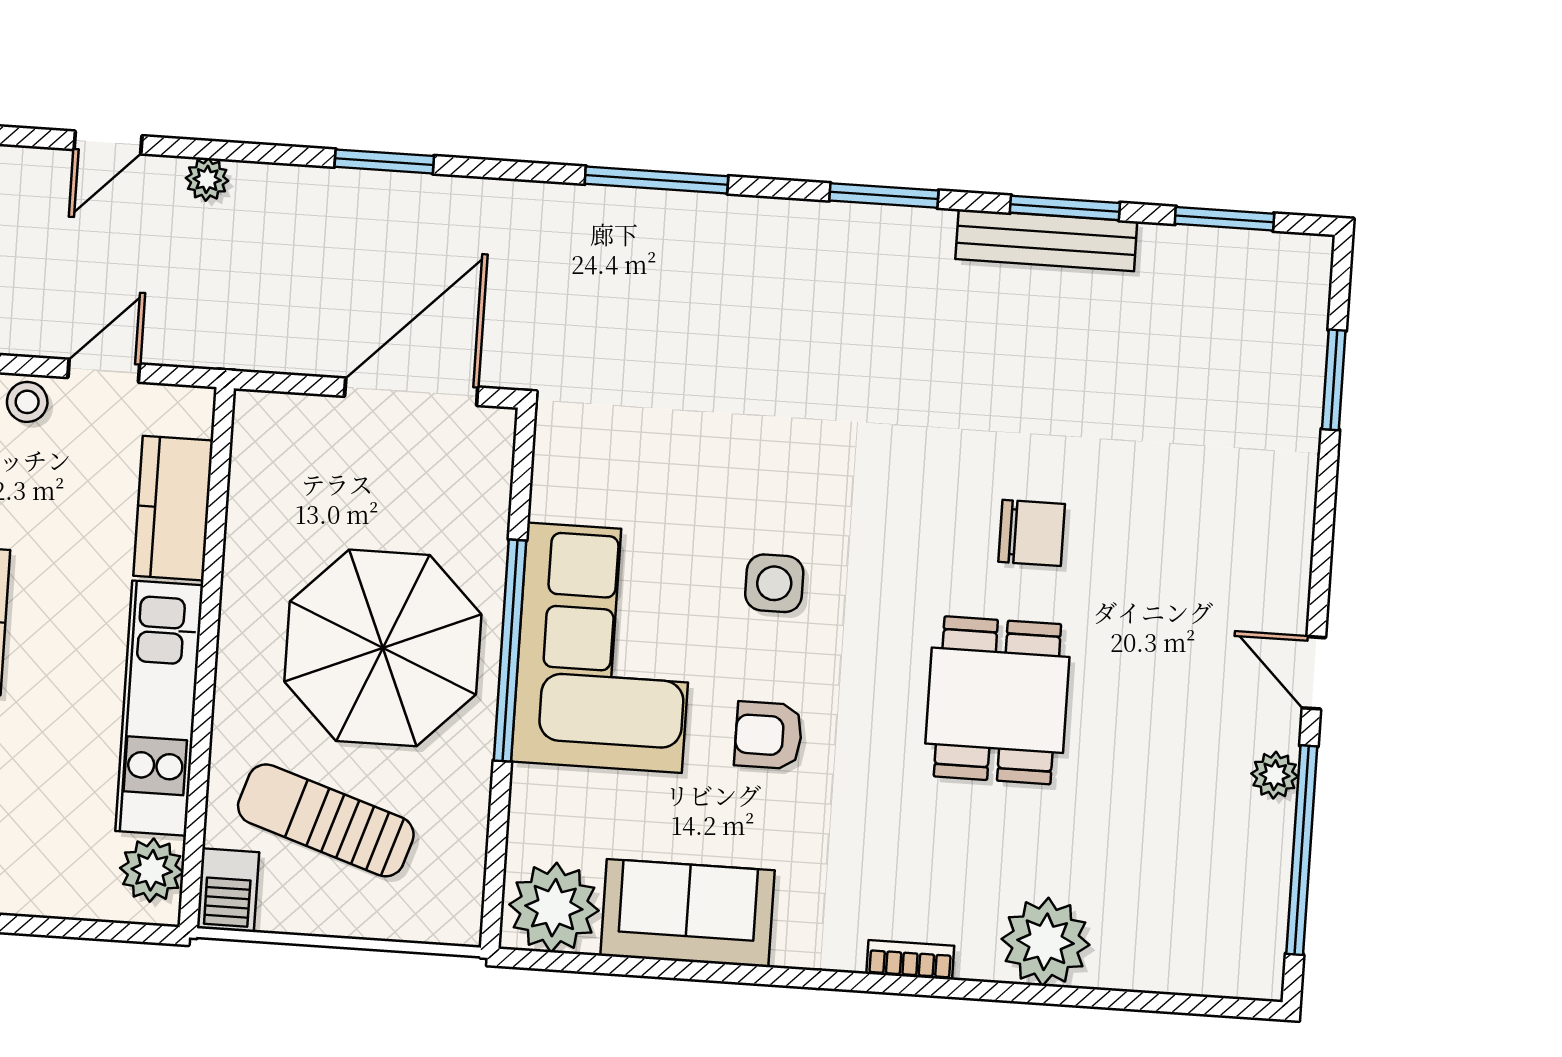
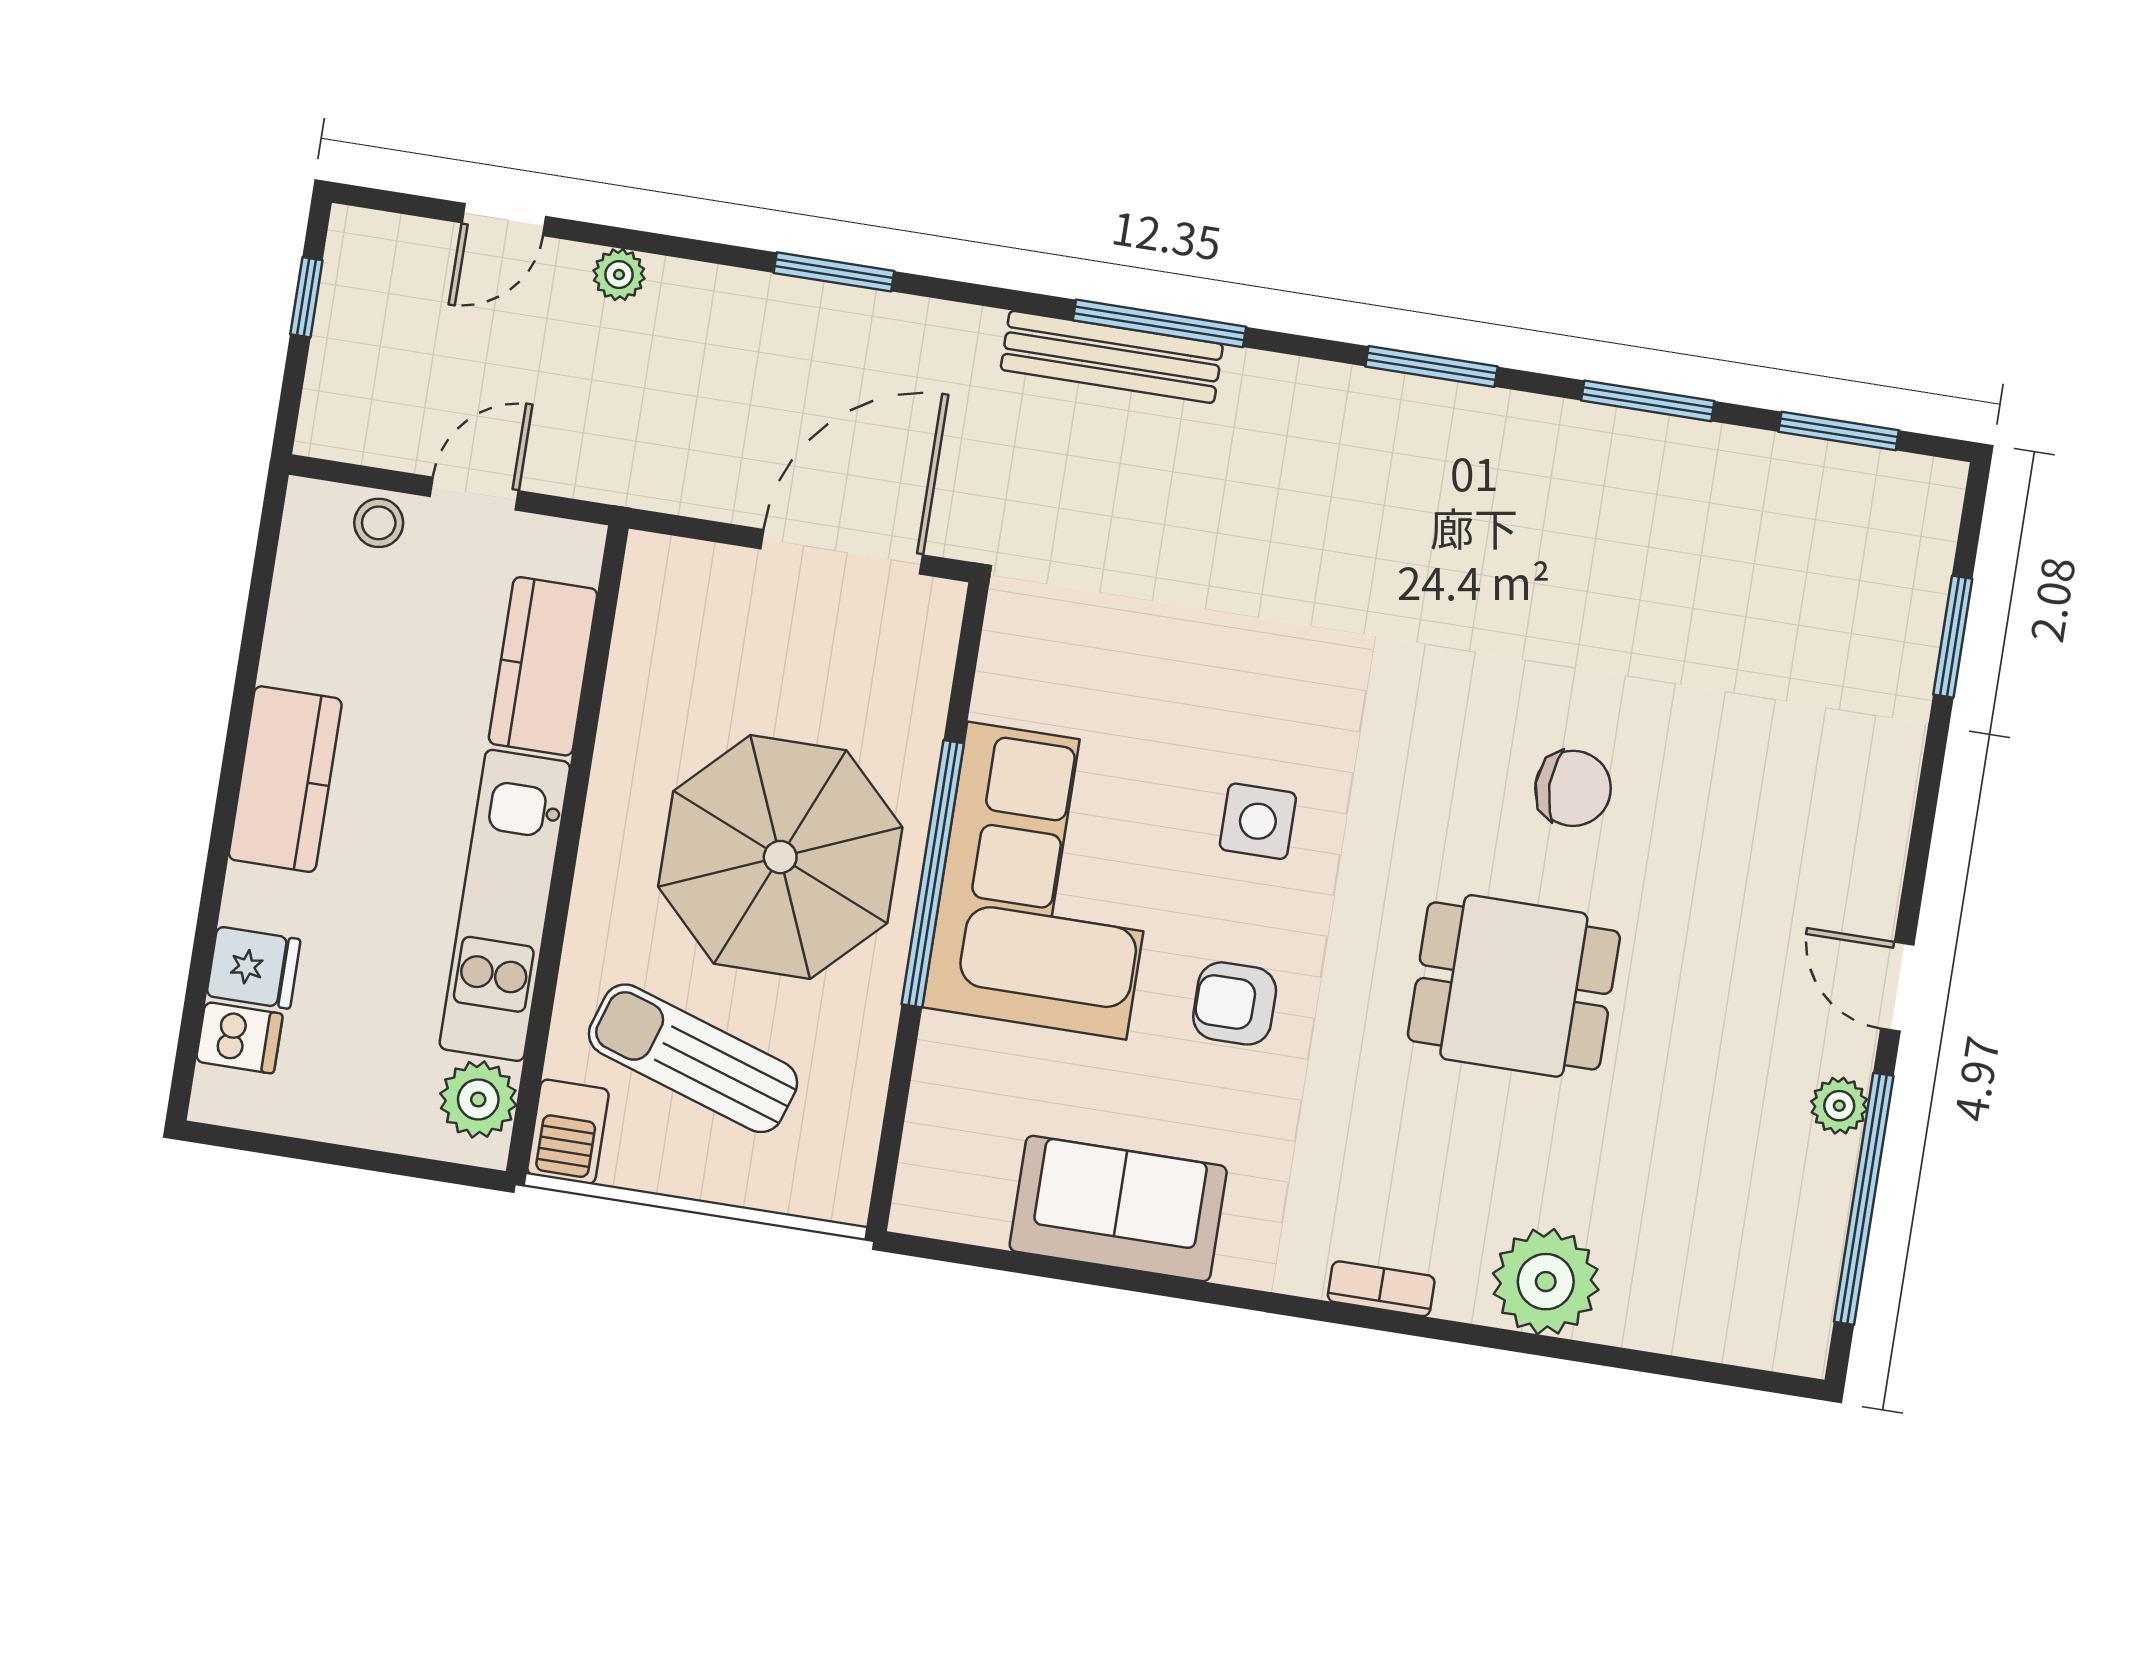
bench: (1046, 240) -> (1112, 357), moved
dining table: (997, 700) -> (1514, 986), turned 90
plant: (554, 908) -> (958, 1188), removed

